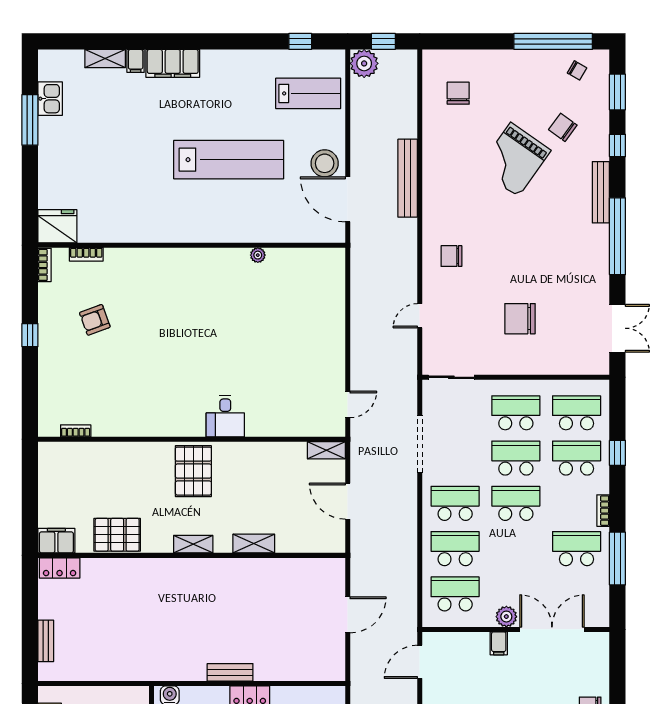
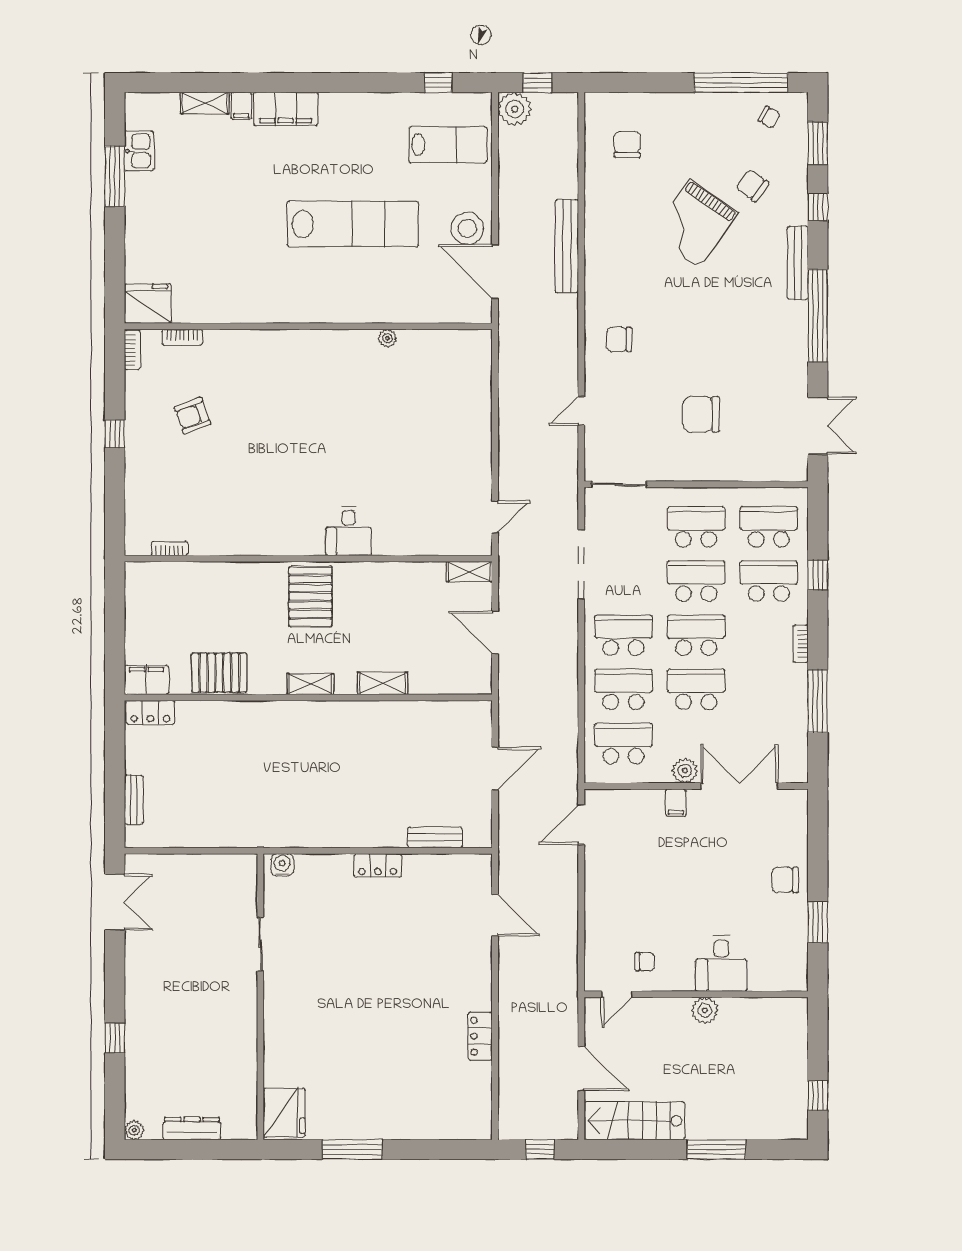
school desk: (577, 549) -> (696, 689), moved
bench: (230, 672) -> (435, 837), moved

